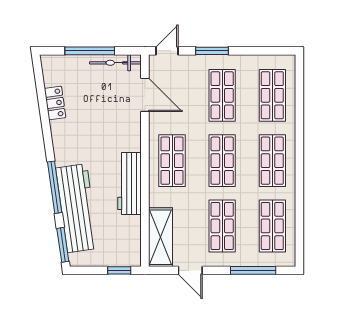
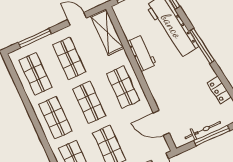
bicycle: (115, 63) -> (203, 130), moved
workbench: (130, 183) -> (142, 53), width x0.73
window: (55, 187) -> (202, 46), moved

